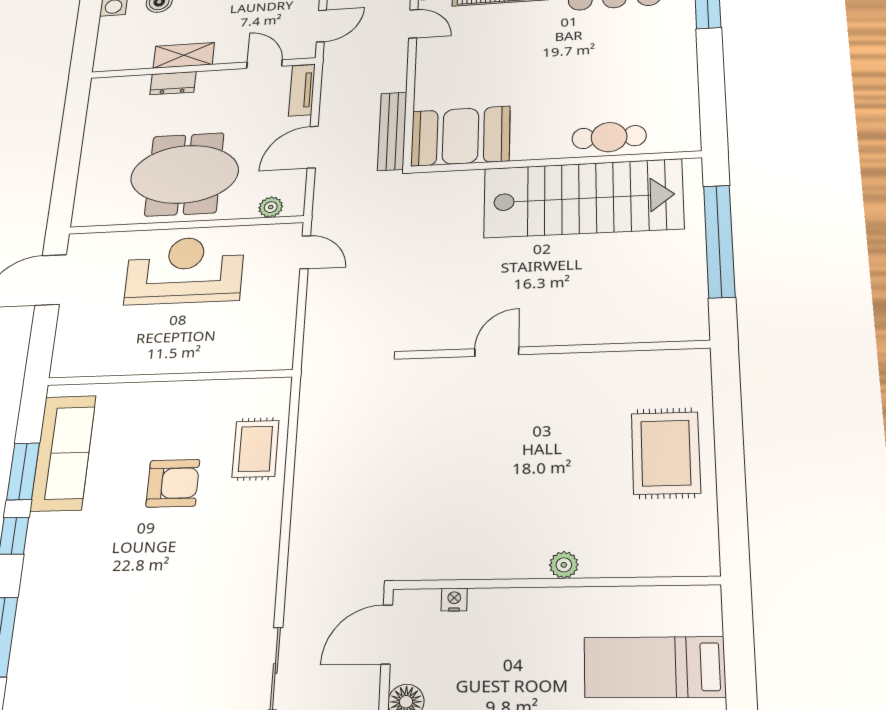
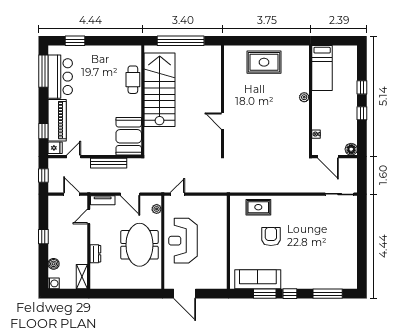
shelving: (184, 55) -> (82, 277), moved
bench: (392, 131) -> (109, 163), moved
bed: (654, 667) -> (322, 68), moved

